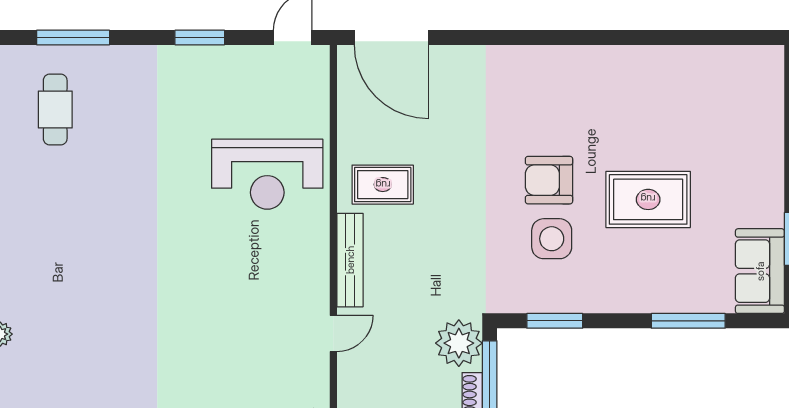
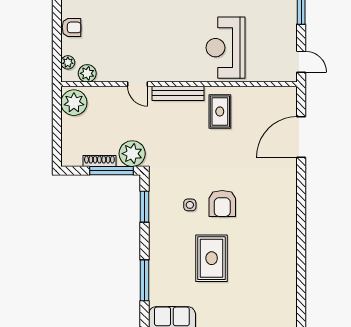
door: (391, 37) -> (301, 137), moved
armchair: (549, 180) -> (222, 203), turned 180
side table: (552, 239) -> (190, 205), width x0.54, depth x0.54

